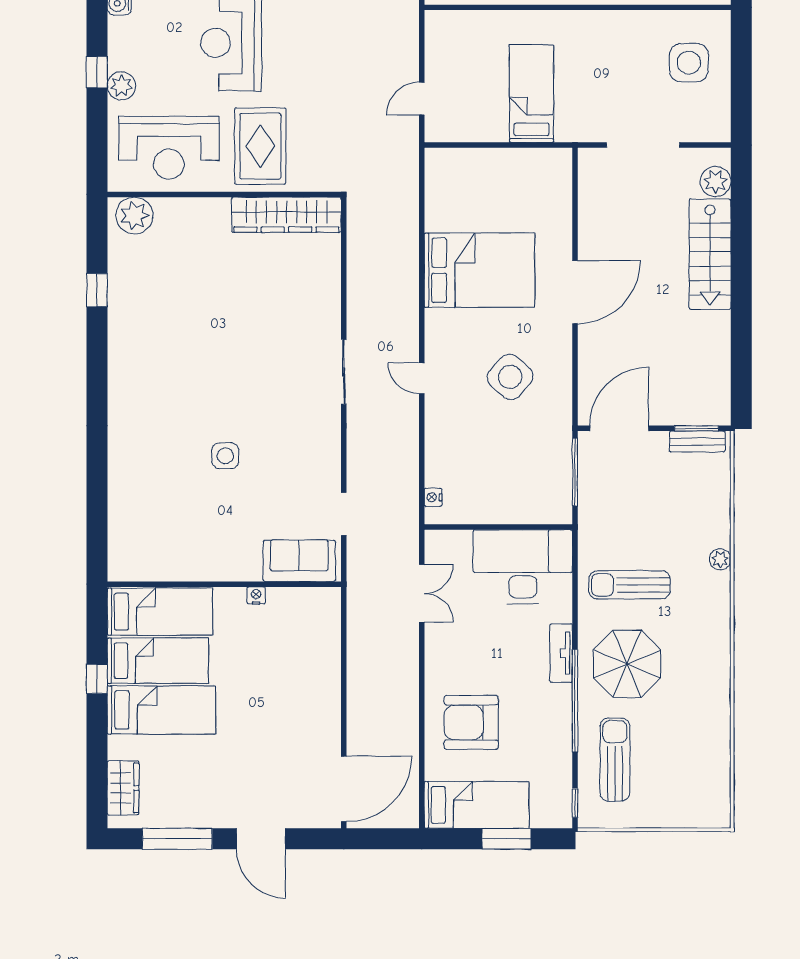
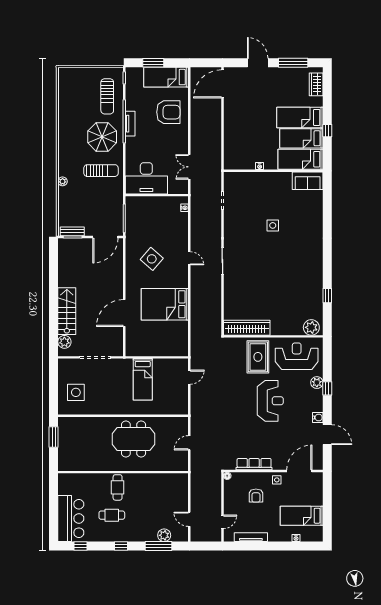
door: (575, 292) -> (124, 313), moved
sofa: (299, 561) -> (308, 181), moved
tv unit: (561, 653) -> (130, 124), moved

